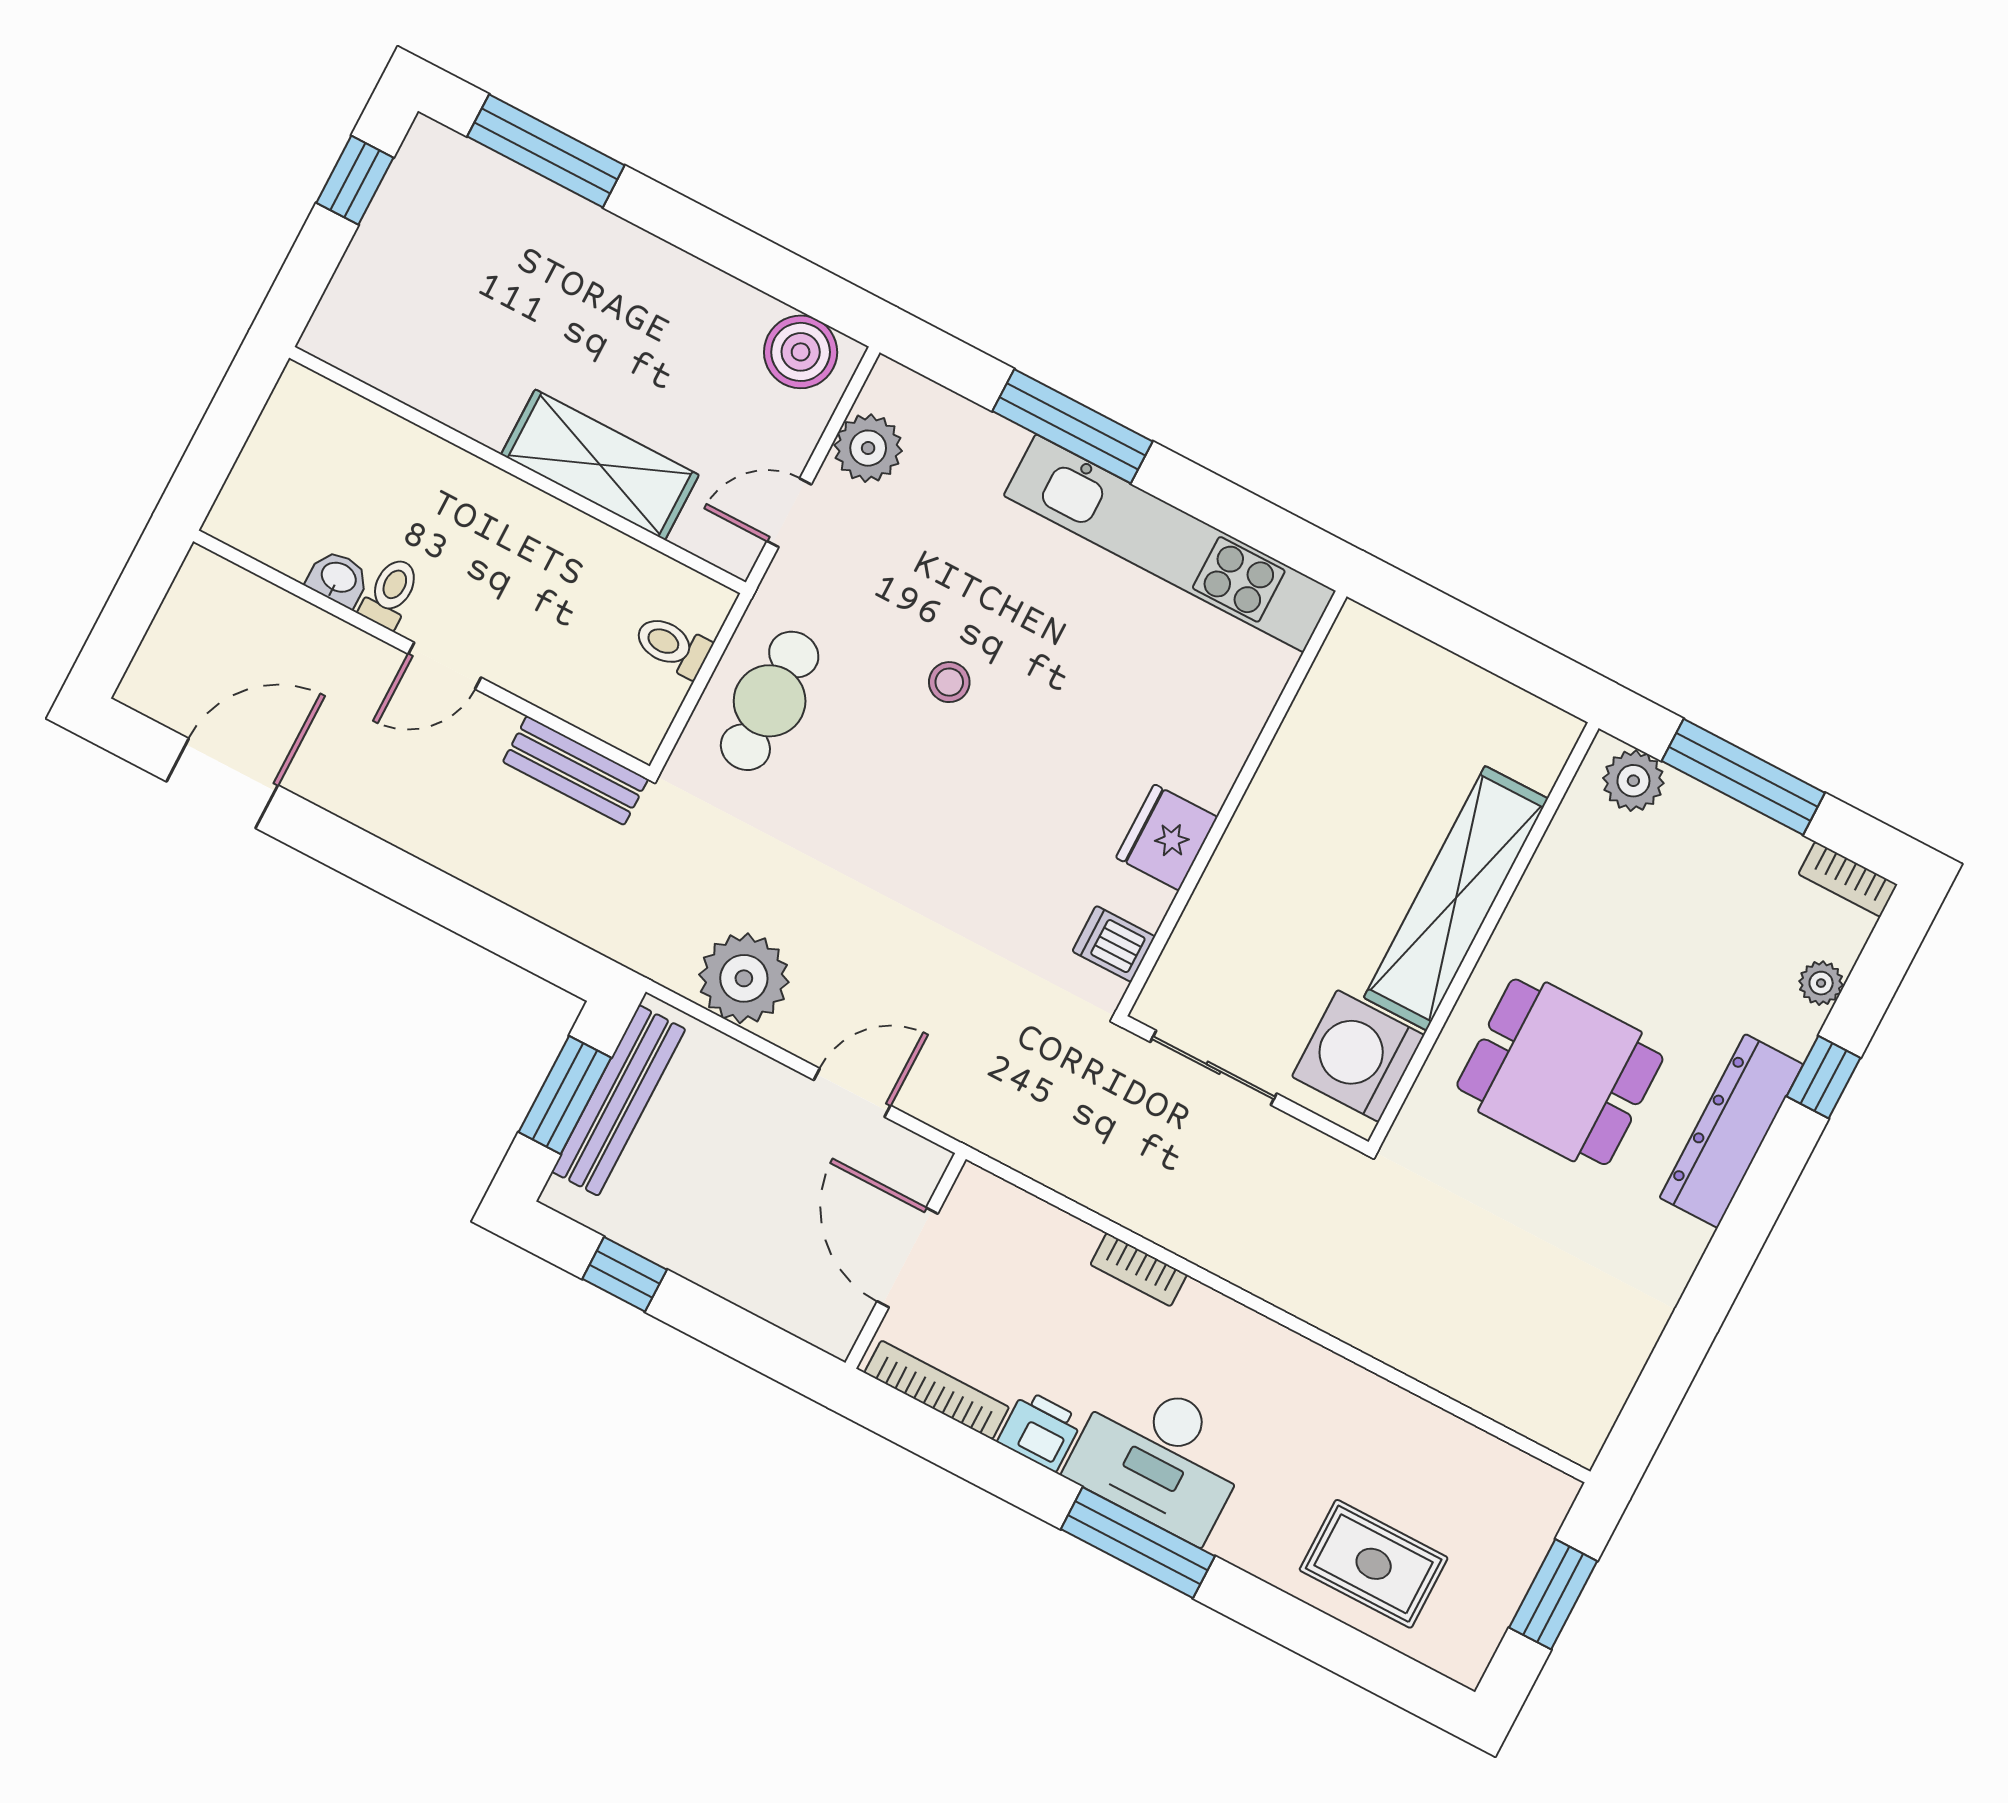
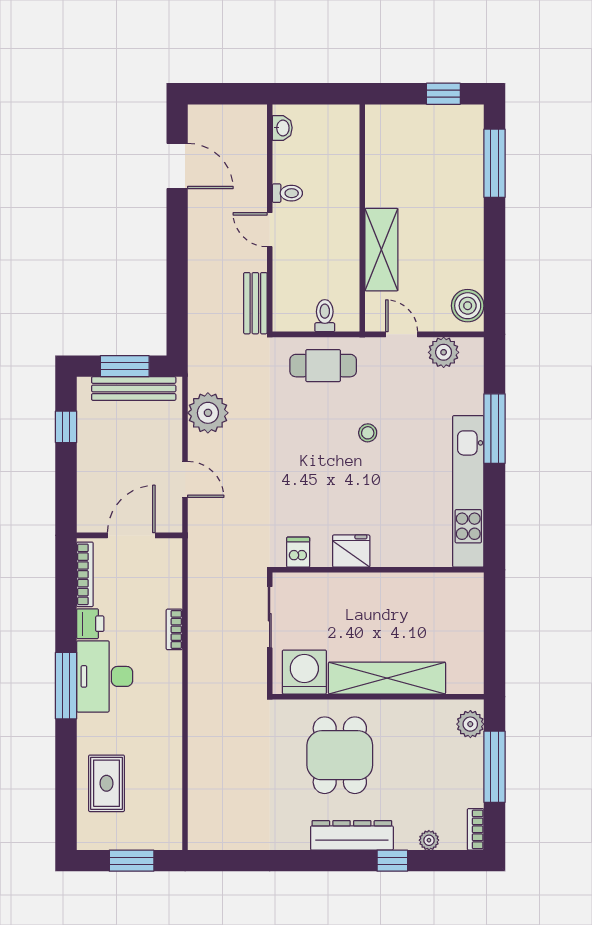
washbasin: (338, 578) -> (282, 128), moved

